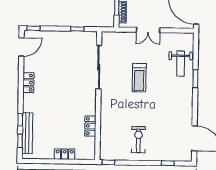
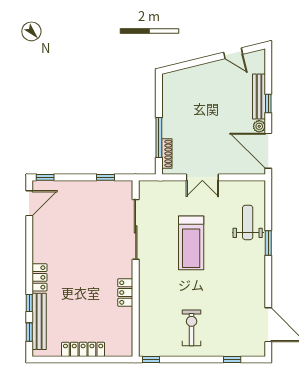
weight bench: (181, 63) -> (248, 222), turned 180
treadmill: (139, 78) -> (191, 243), width x1.37, depth x1.37
locker: (28, 83) -> (39, 277), moved
locker: (90, 126) -> (125, 293), moved
locker: (65, 154) -> (83, 349), width x1.53

